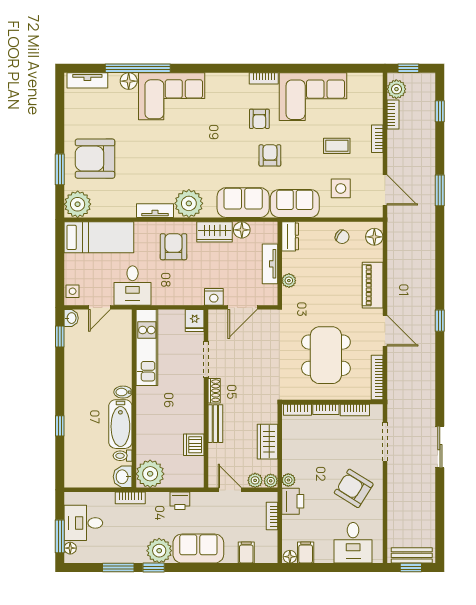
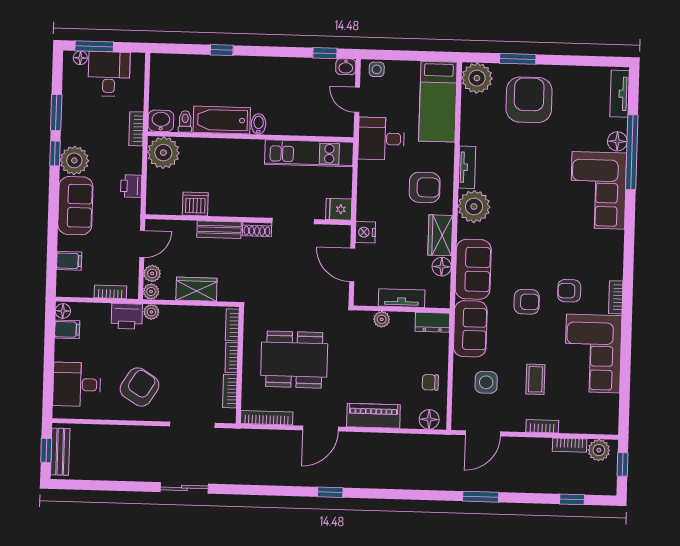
chair: (342, 237) -> (430, 382), turned 59

